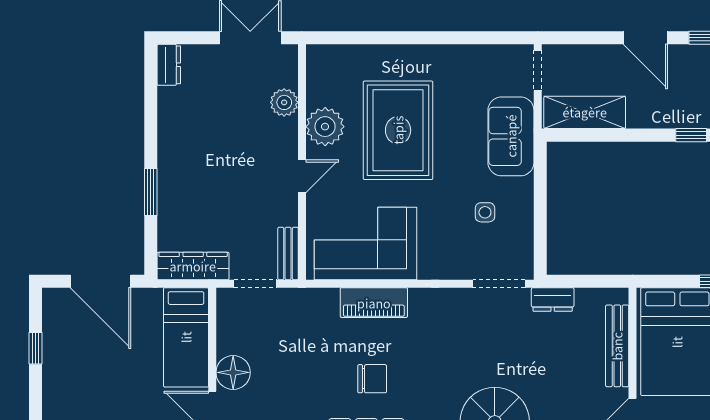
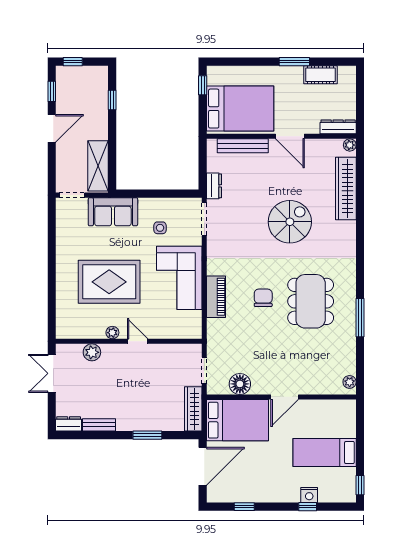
plant: (325, 127) -> (112, 333), width x0.53, depth x0.53
corner sofa: (365, 243) -> (179, 278), moved
bench: (288, 253) -> (99, 425), moved
bed: (186, 337) -> (238, 420), width x1.50
floor lamp: (233, 372) -> (240, 384), moved

